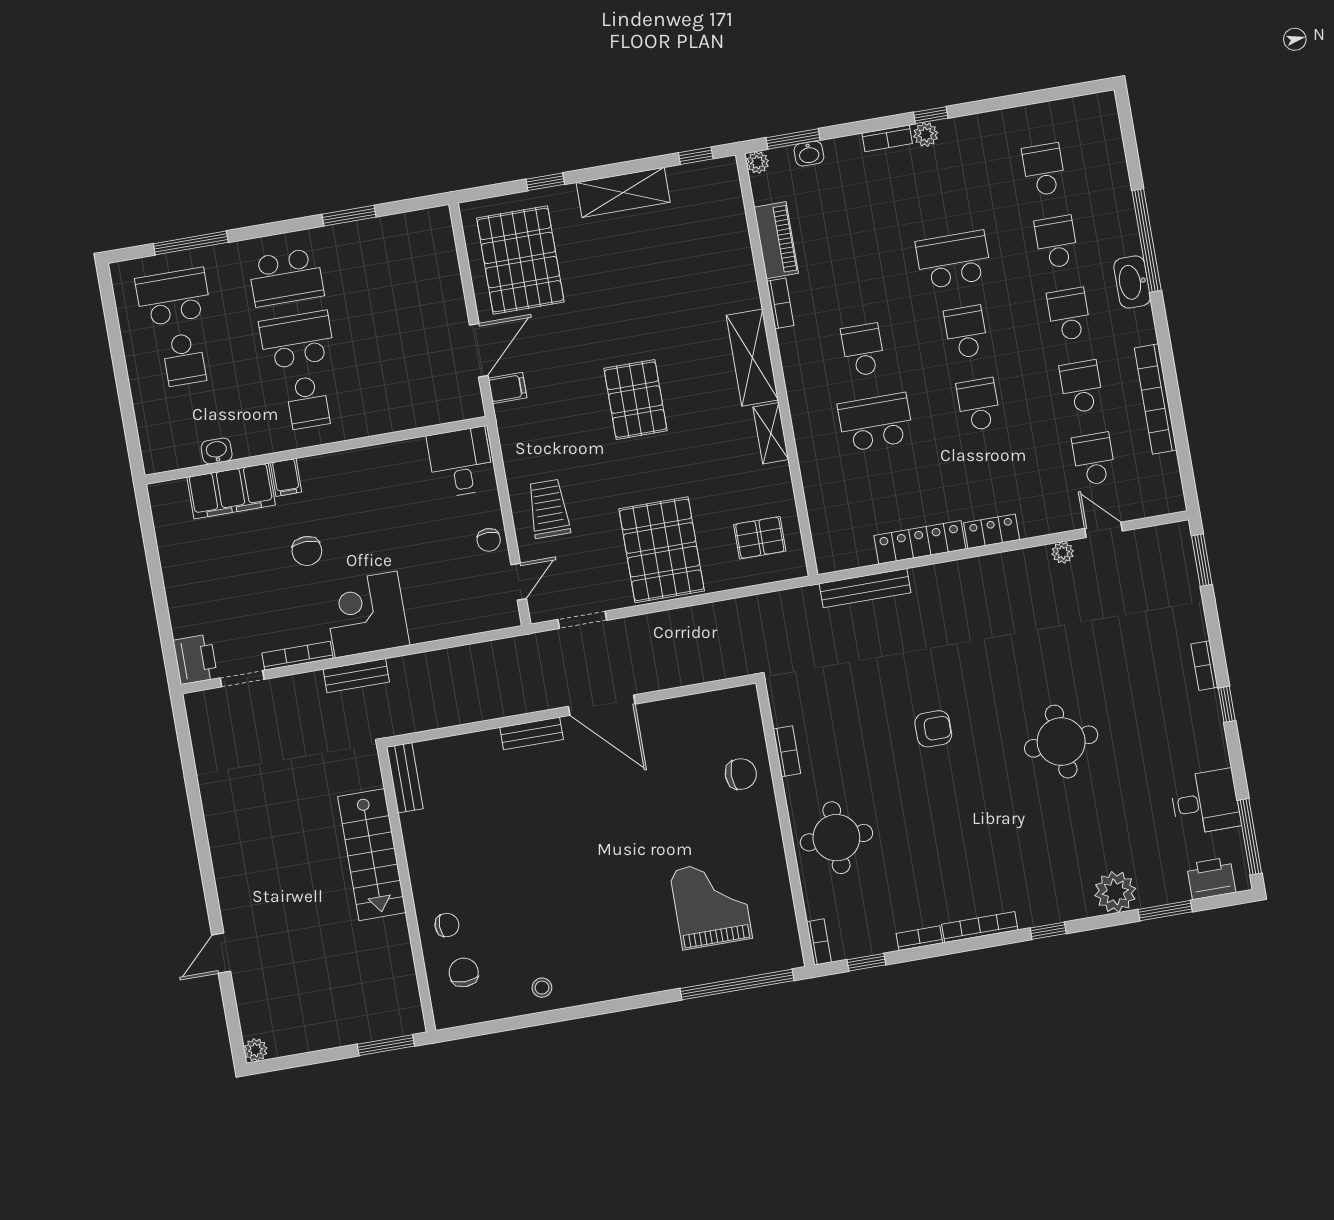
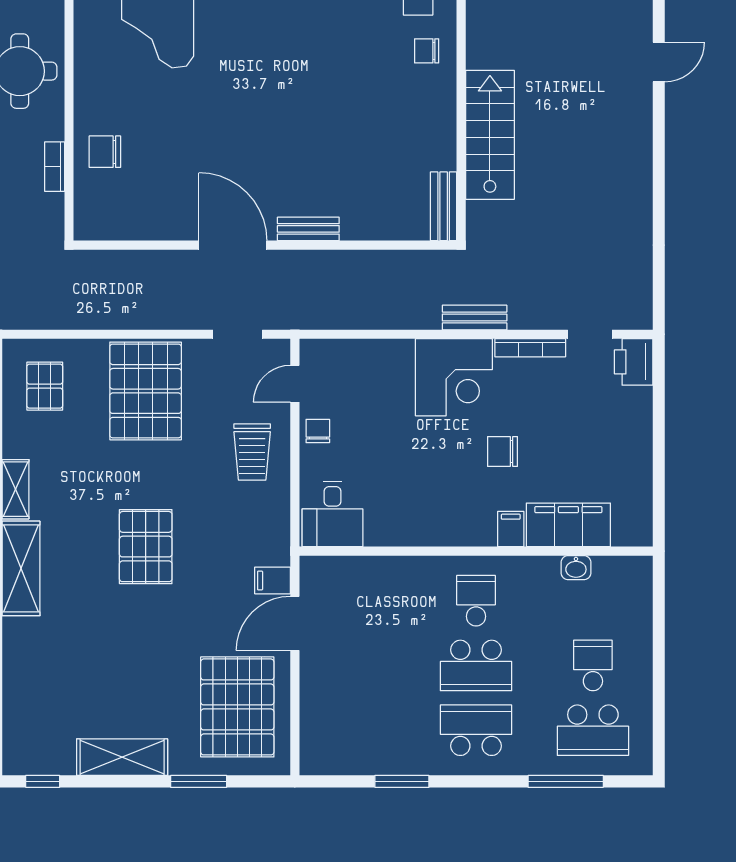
window: (545, 182) -> (199, 781), width x1.50
pallet: (760, 538) -> (45, 386), turned 90
chair: (307, 551) -> (503, 451), turned -90

